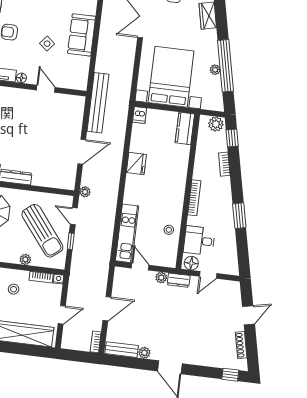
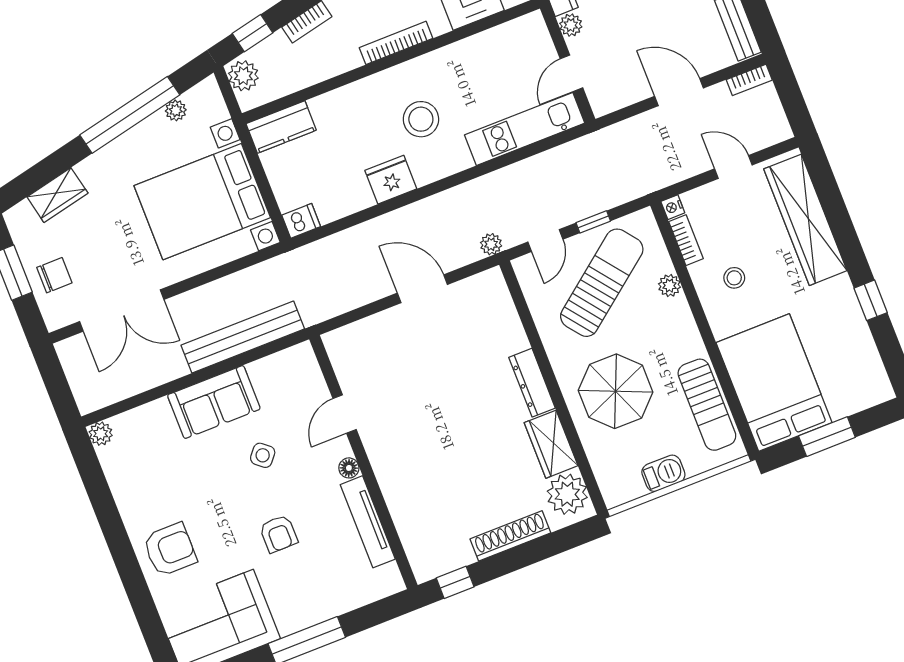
plant: (215, 70) -> (176, 110), moved
bench: (98, 103) -> (243, 337), moved
stool: (169, 230) -> (421, 119), moved, width x1.89, depth x1.89

